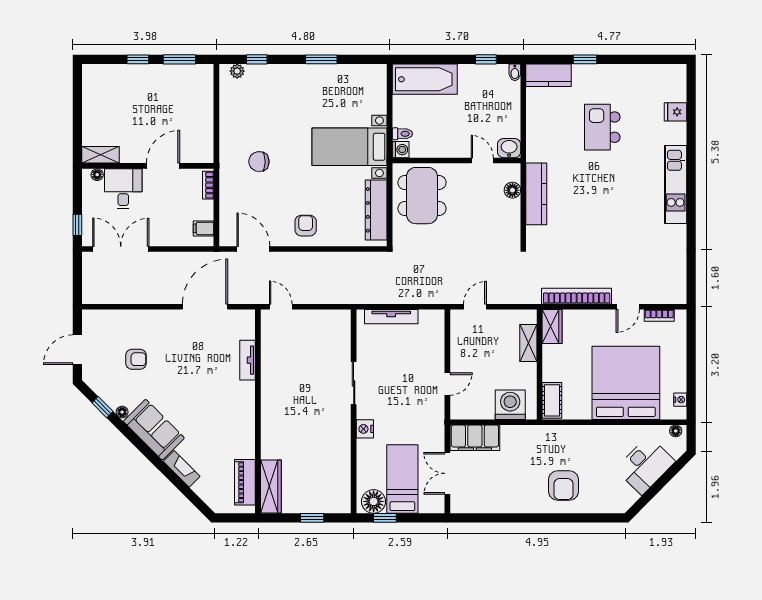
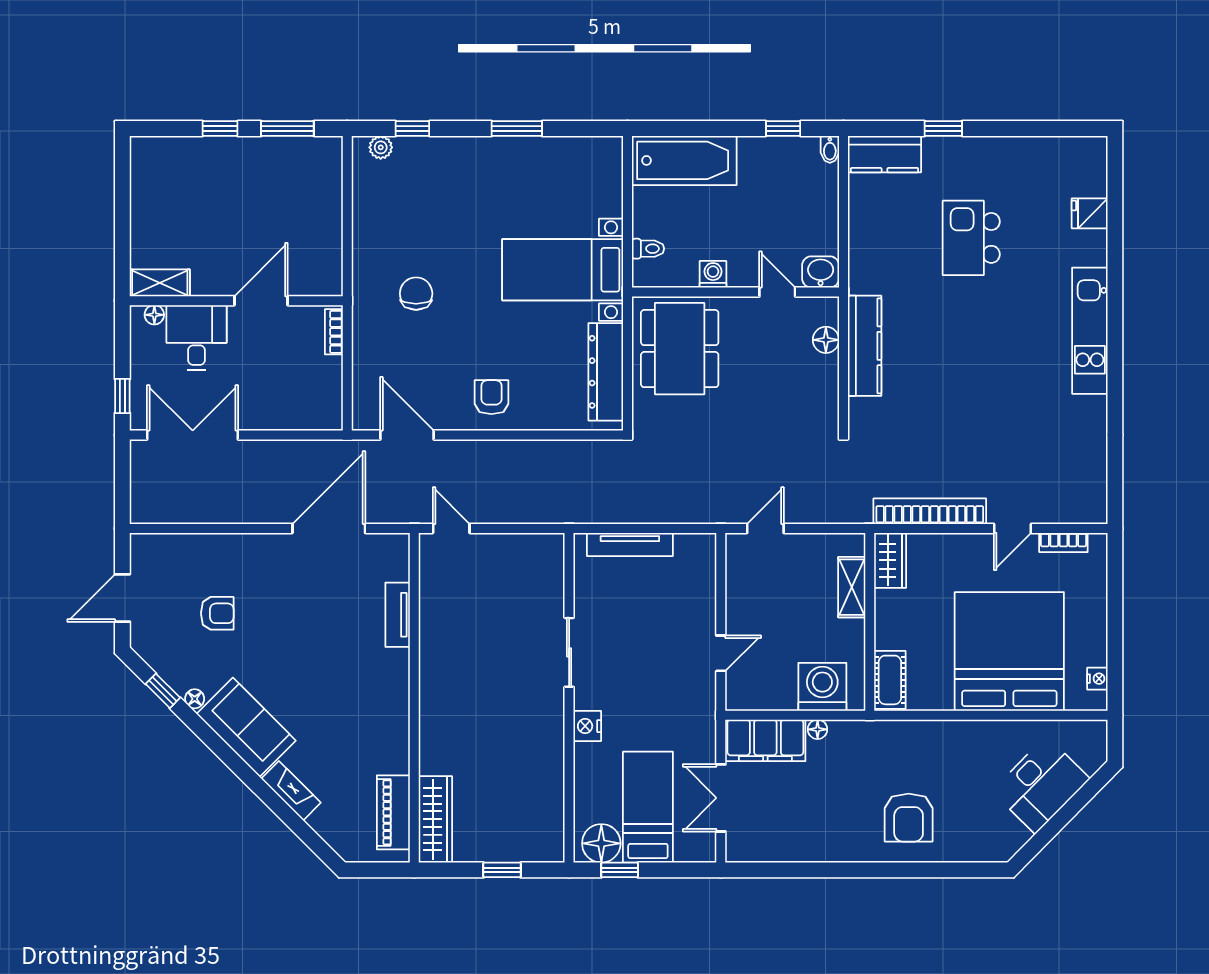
washing machine: (401, 150) -> (713, 274), moved, turned -90
chair: (259, 162) -> (416, 294), turned 90
filing cabinet: (204, 228) -> (326, 402), removed
floor lamp: (676, 431) -> (818, 729), moved

